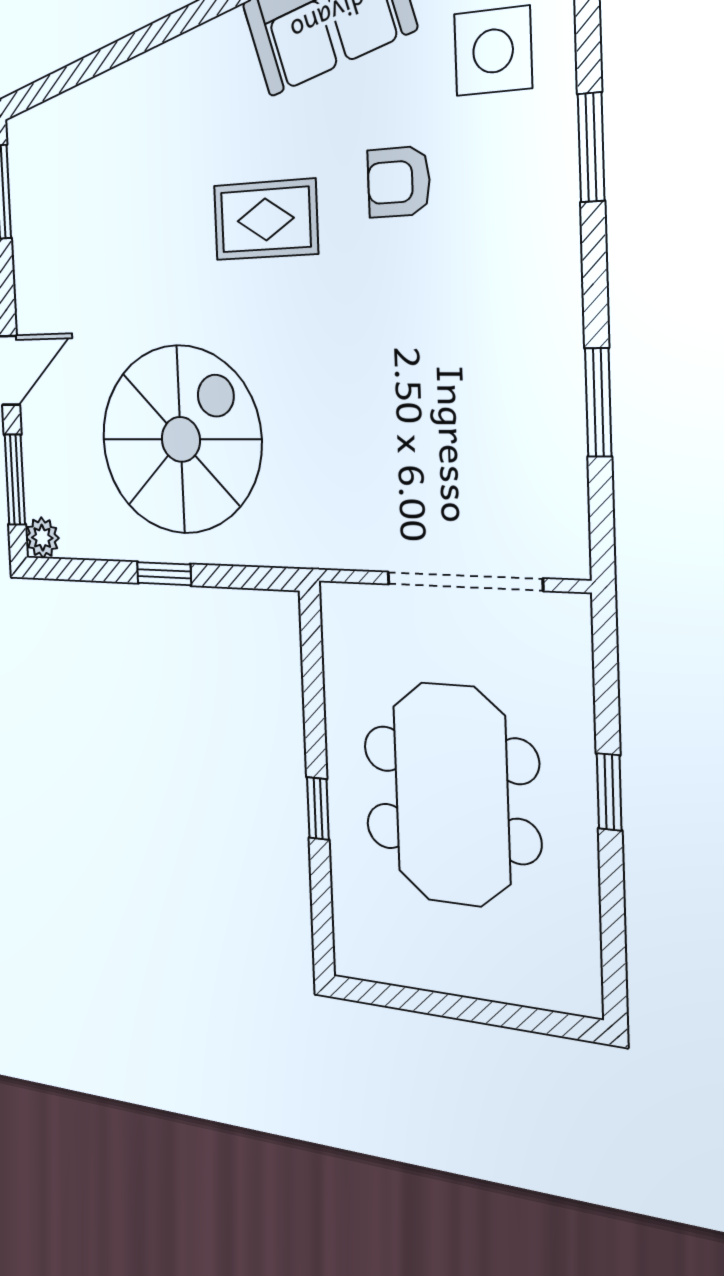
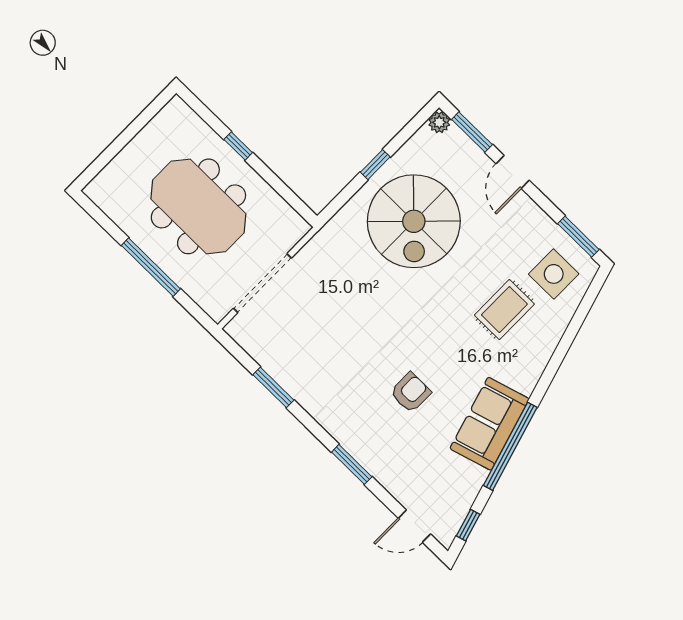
side table: (493, 51) -> (554, 274), moved
rug: (266, 220) -> (504, 310), moved
window: (609, 792) -> (151, 267), width x2.17

